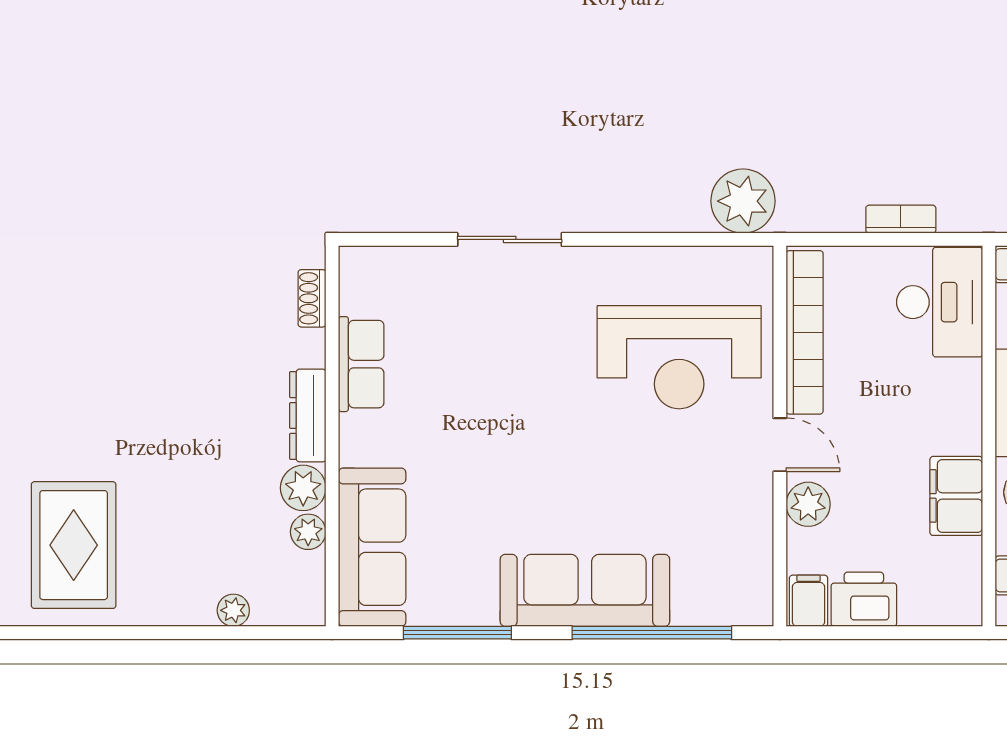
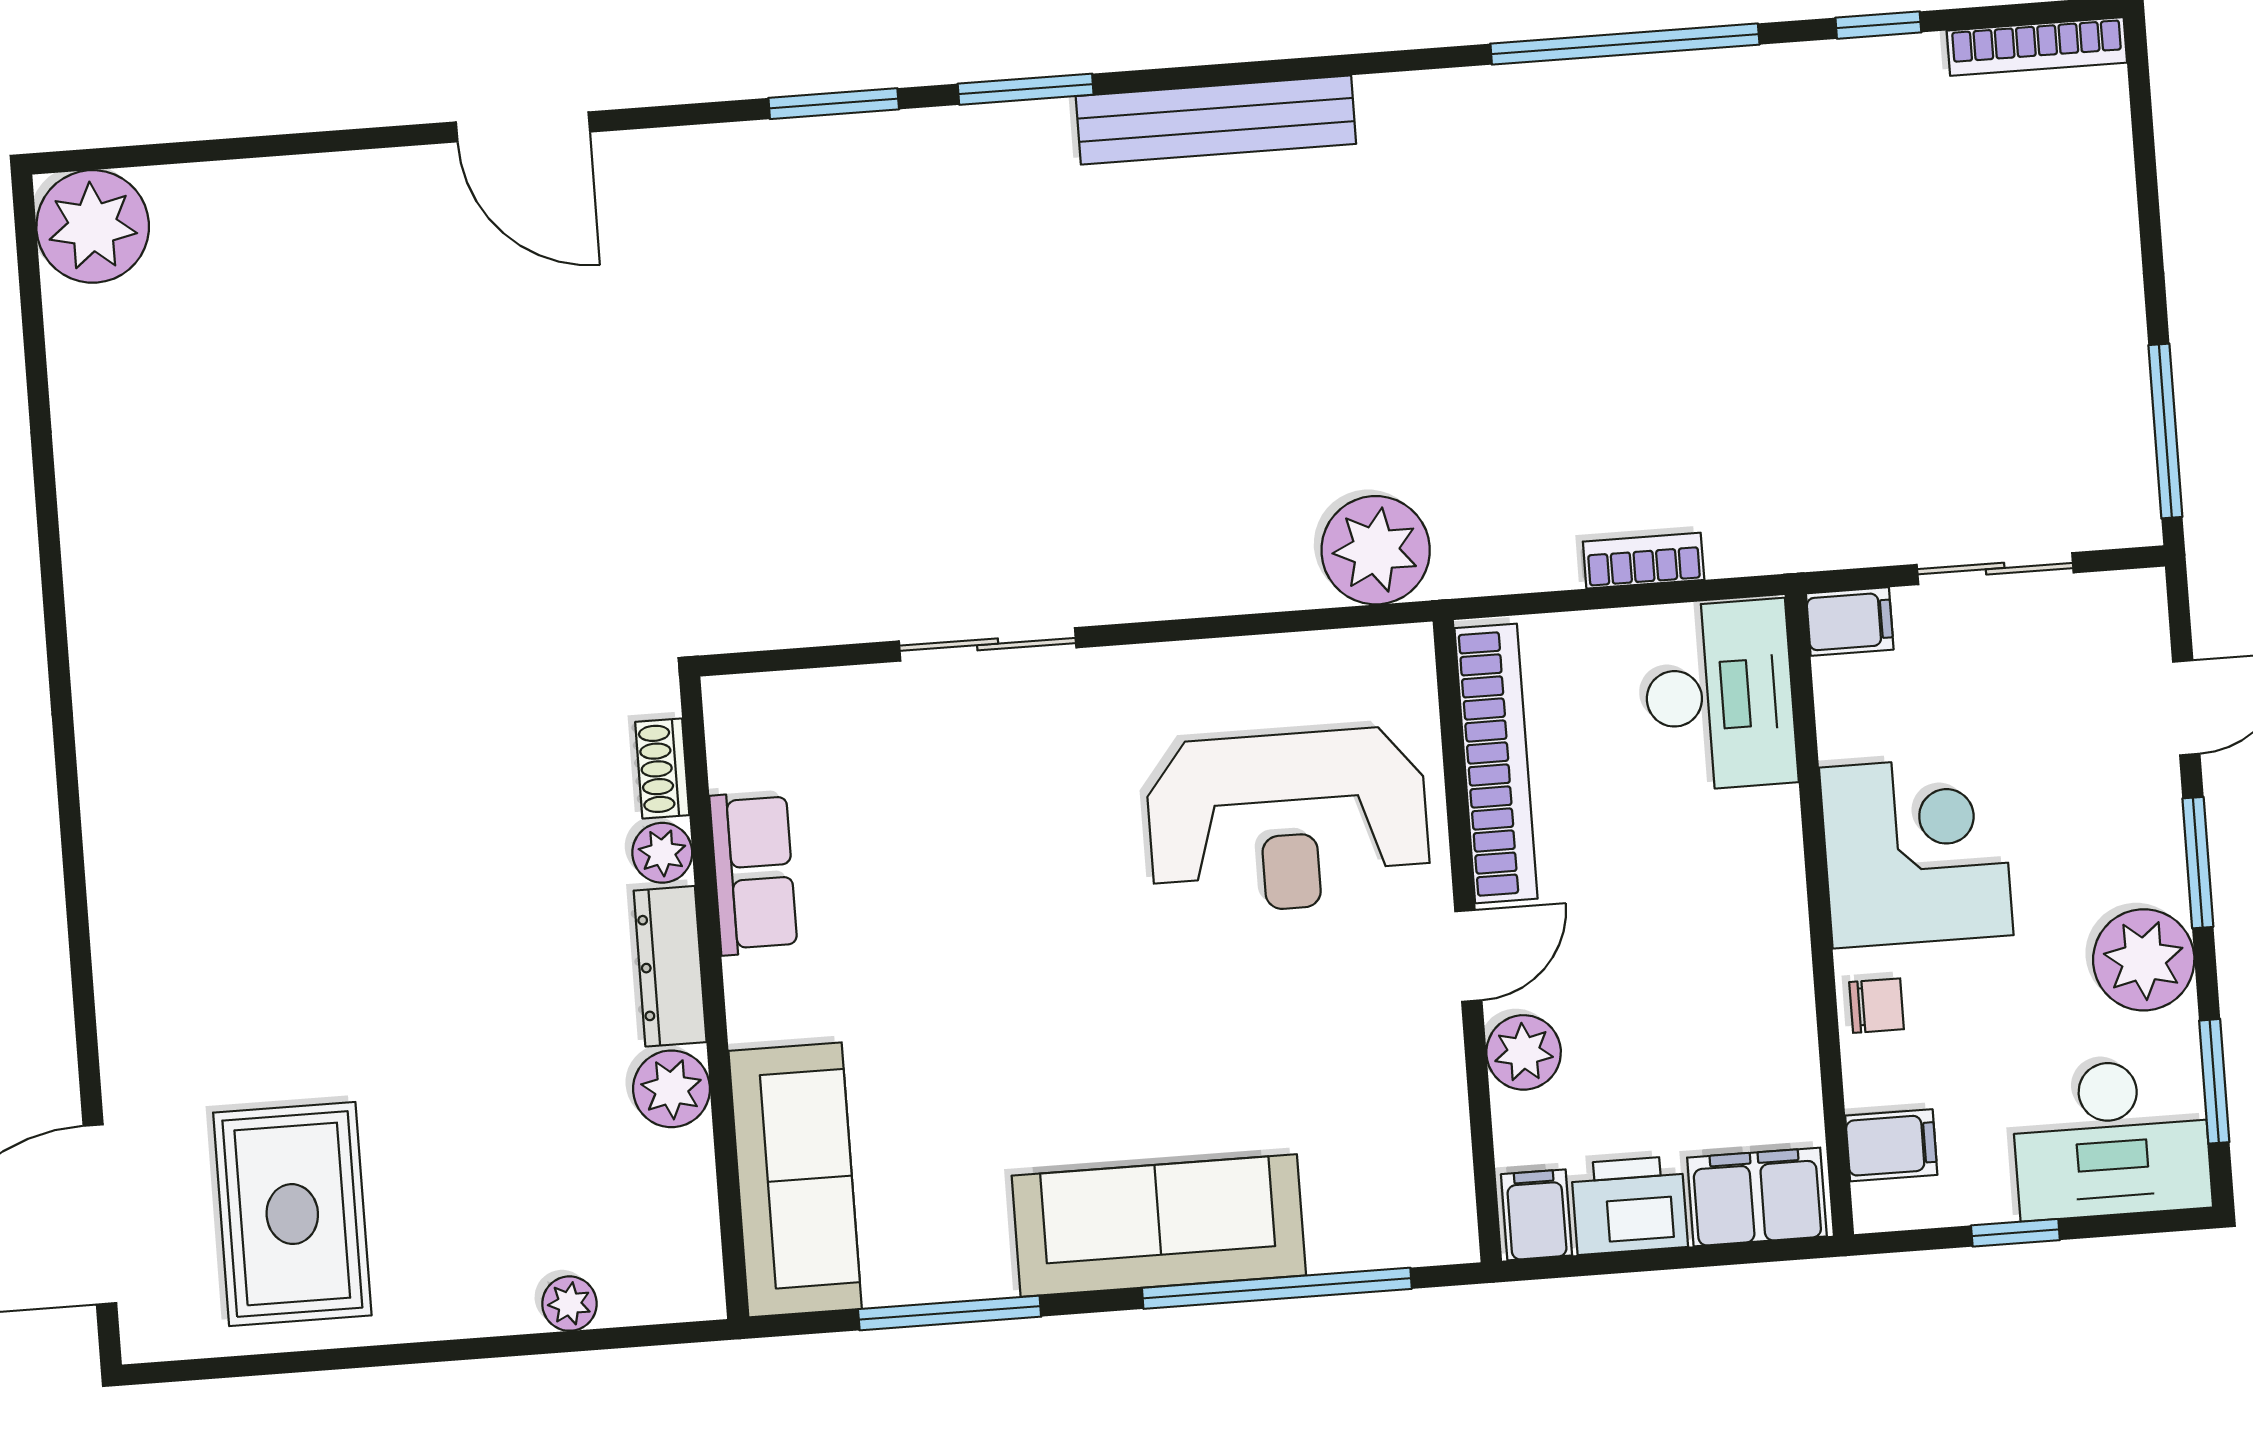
door: (780, 445) -> (1468, 956), hinge flipped
filing cabinet: (956, 496) -> (1757, 1197), moved, turned 90
plant: (308, 532) -> (662, 853), moved

